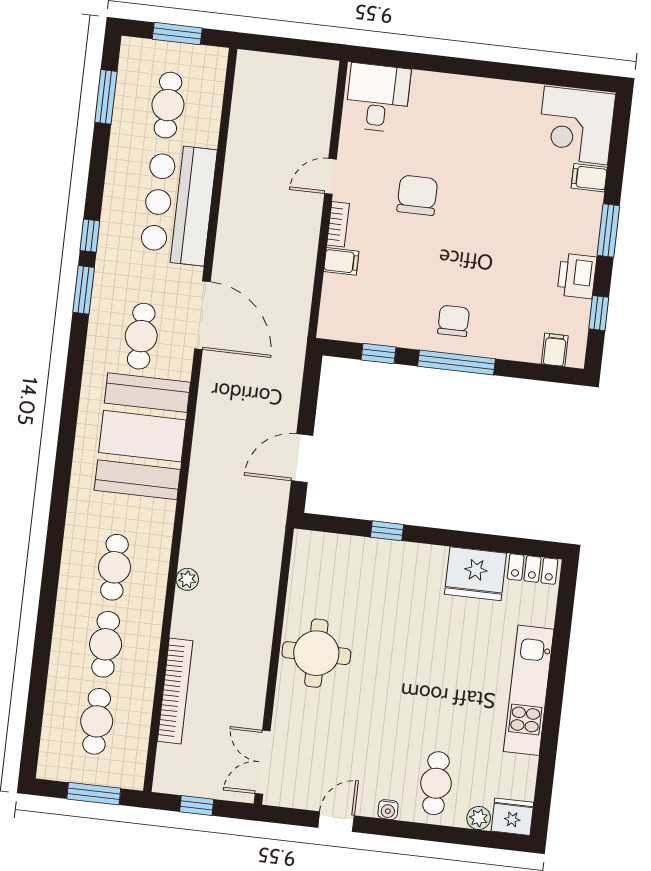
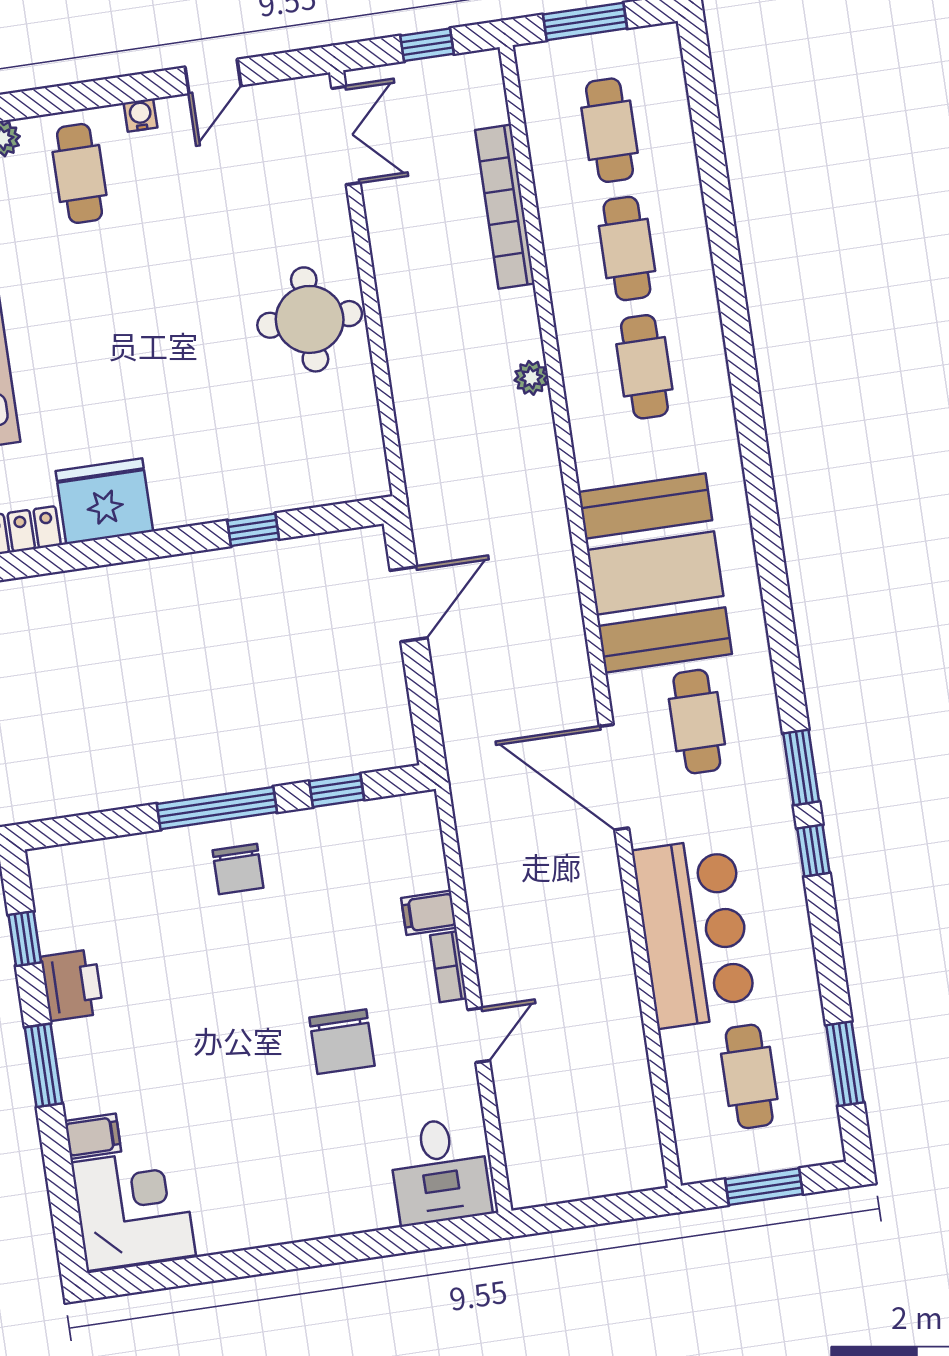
filing cabinet: (555, 350) -> (76, 866), removed

